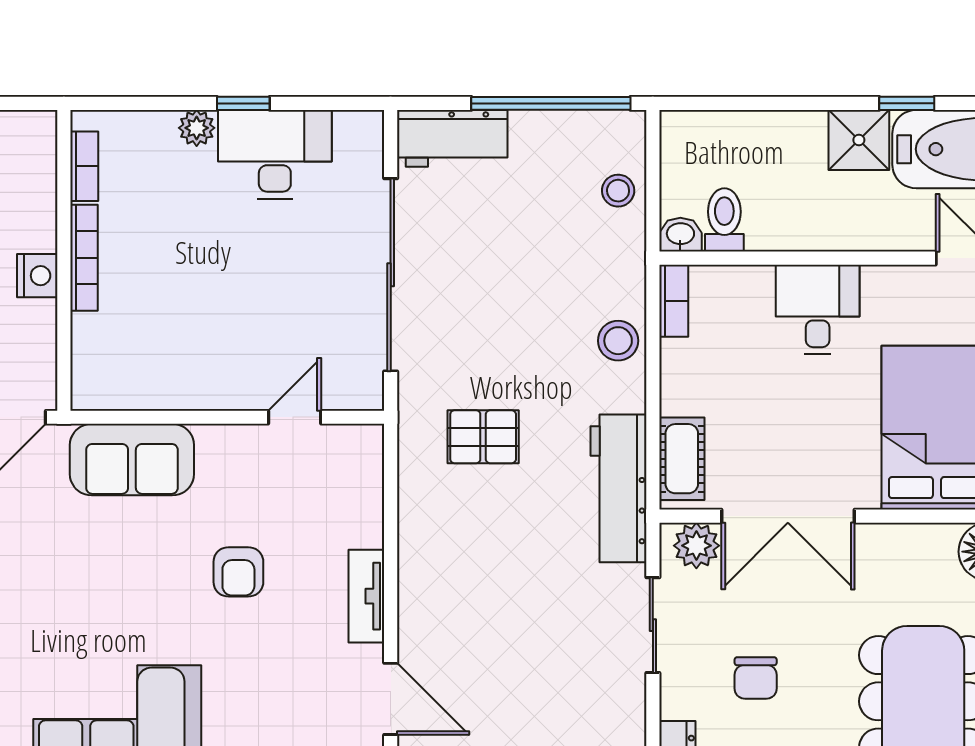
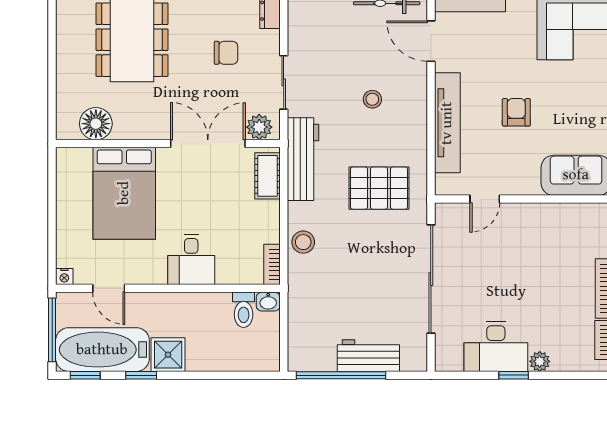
workbench: (452, 138) -> (368, 356), moved
stool: (618, 191) -> (372, 99), moved
pallet: (483, 437) -> (379, 188), width x1.50, depth x1.42
tv unit: (366, 596) -> (447, 123), width x1.92, depth x1.29
chair: (756, 678) -> (226, 53), turned 90

